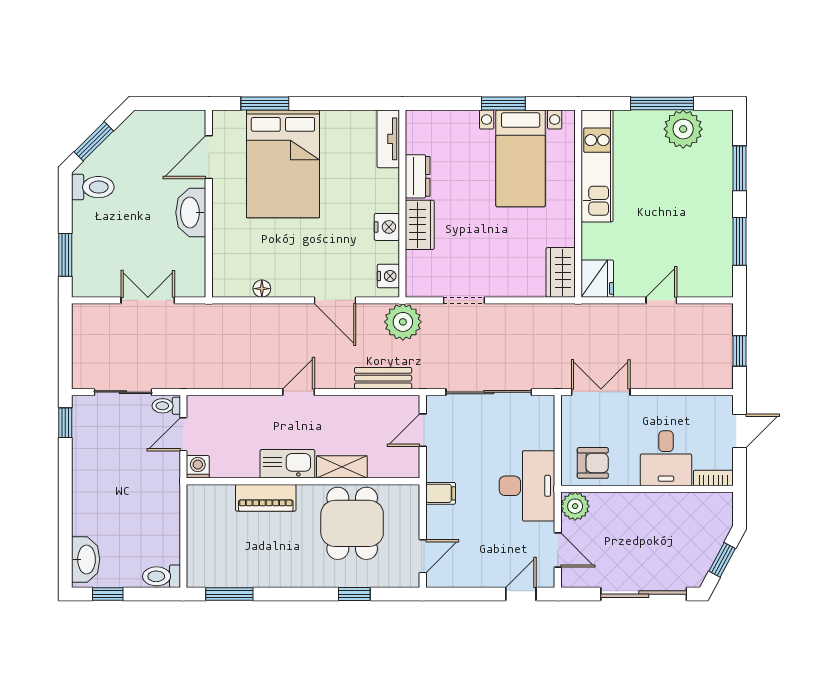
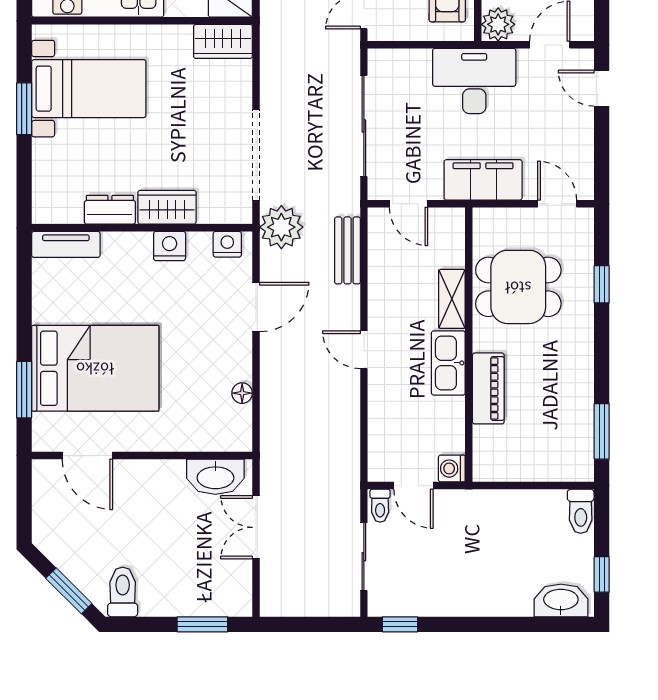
washbasin: (191, 213) -> (215, 477), moved
doorway: (464, 300) -> (256, 155), width x1.88
filing cabinet: (441, 493) -> (483, 180), width x3.00, depth x1.17

